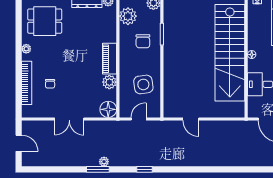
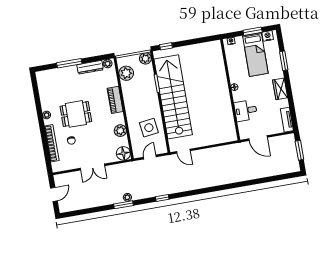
dining table: (45, 21) -> (76, 114), moved
chair: (143, 41) -> (142, 92), removed
stairs: (230, 53) -> (173, 97), moved, turned 180
piano: (110, 59) -> (115, 100), moved
door: (191, 119) -> (183, 151), moved
door: (19, 143) -> (54, 194), hinge flipped

